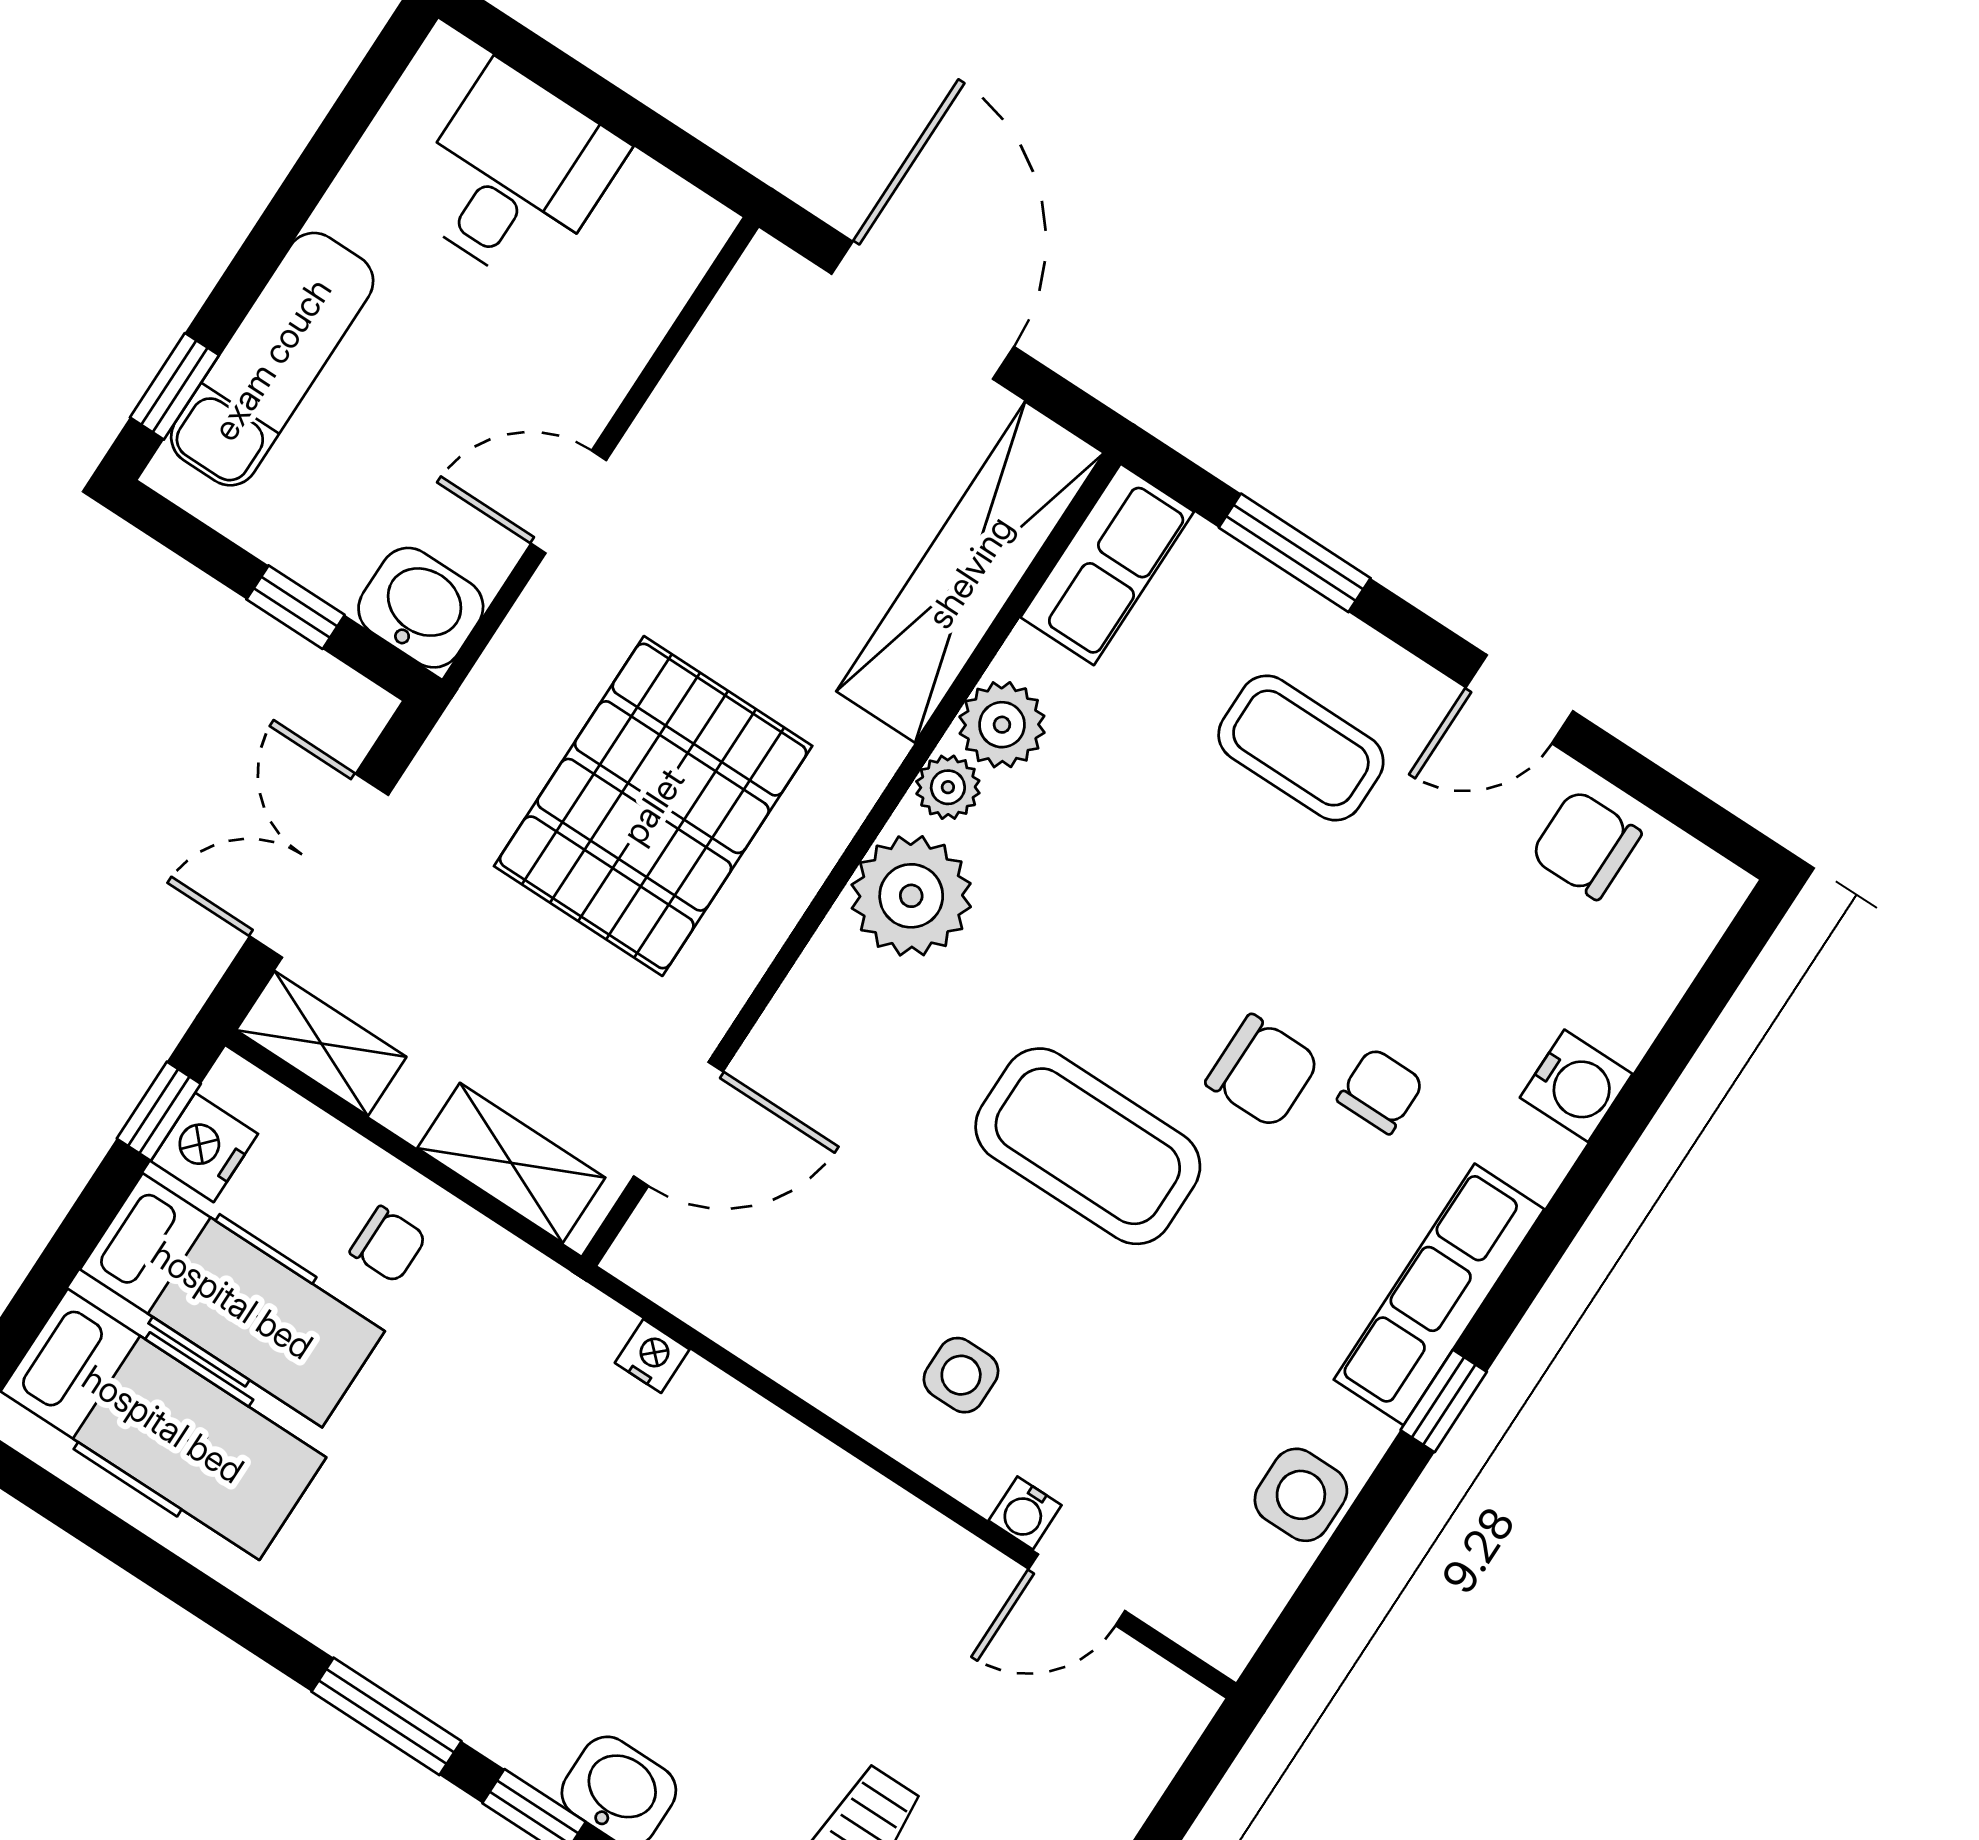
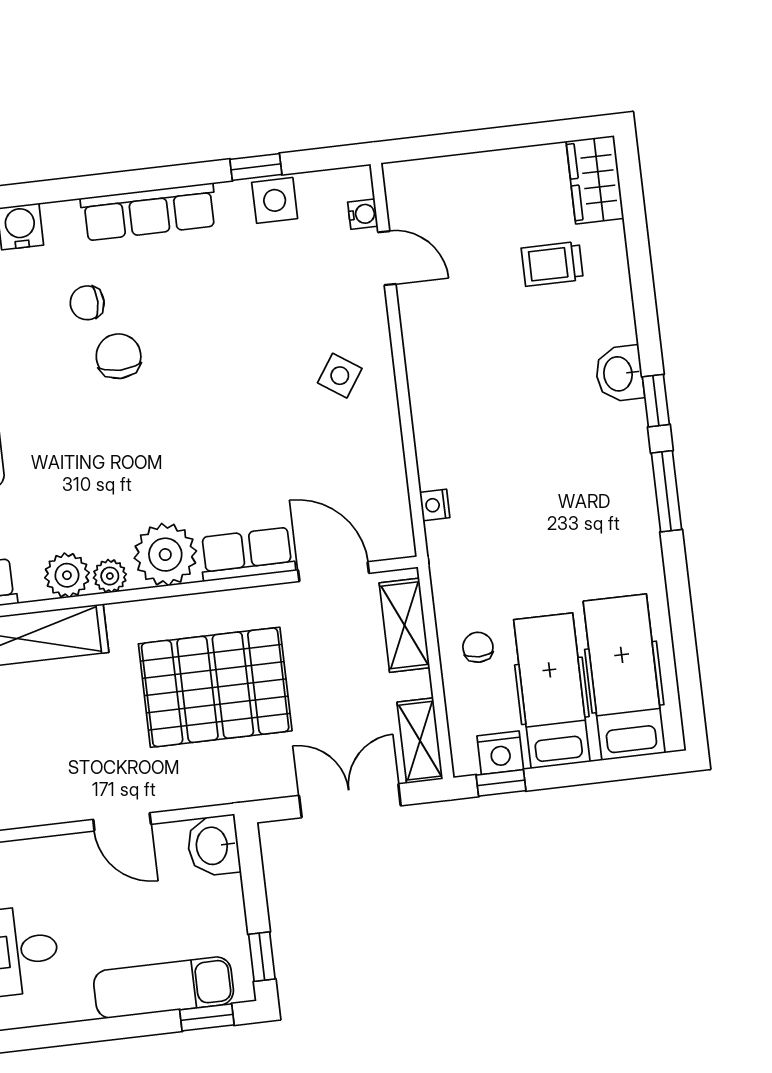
window: (296, 607) -> (262, 957), moved
double door: (319, 866) -> (350, 801), swing flipped
row of seats: (811, 1017) -> (247, 554), added
coffee table: (1088, 1146) -> (206, 401), removed
side table: (961, 1375) -> (340, 376), turned 34
window: (1444, 1401) -> (256, 167), moved
water cooler: (1025, 1513) -> (363, 214), moved

